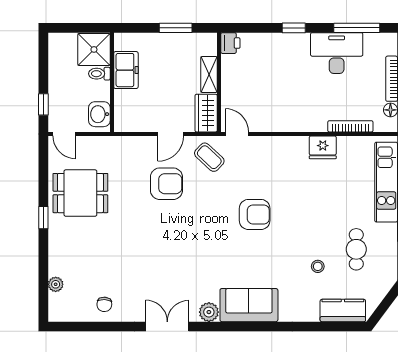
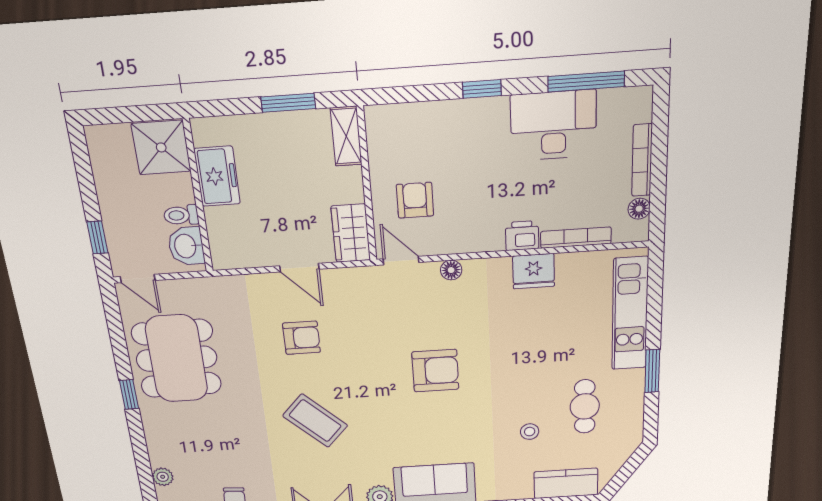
printer: (230, 43) -> (522, 236), moved, turned -90
toilet: (99, 74) -> (181, 215), moved
shelving: (209, 74) -> (346, 136), moved
armchair: (249, 94) -> (415, 200), added
door: (171, 134) -> (299, 268), hinge flipped
floor lamp: (269, 143) -> (451, 270), added
coffee table: (209, 157) -> (315, 421), moved, width x1.36, depth x1.30
armchair: (166, 184) -> (302, 338), width x0.72, depth x0.72
dining table: (80, 193) -> (177, 359), width x1.38

